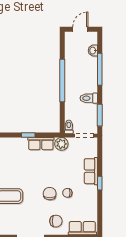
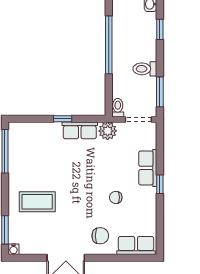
window: (100, 69) -> (160, 29), width x0.46
chair: (50, 194) -> (92, 198), removed

